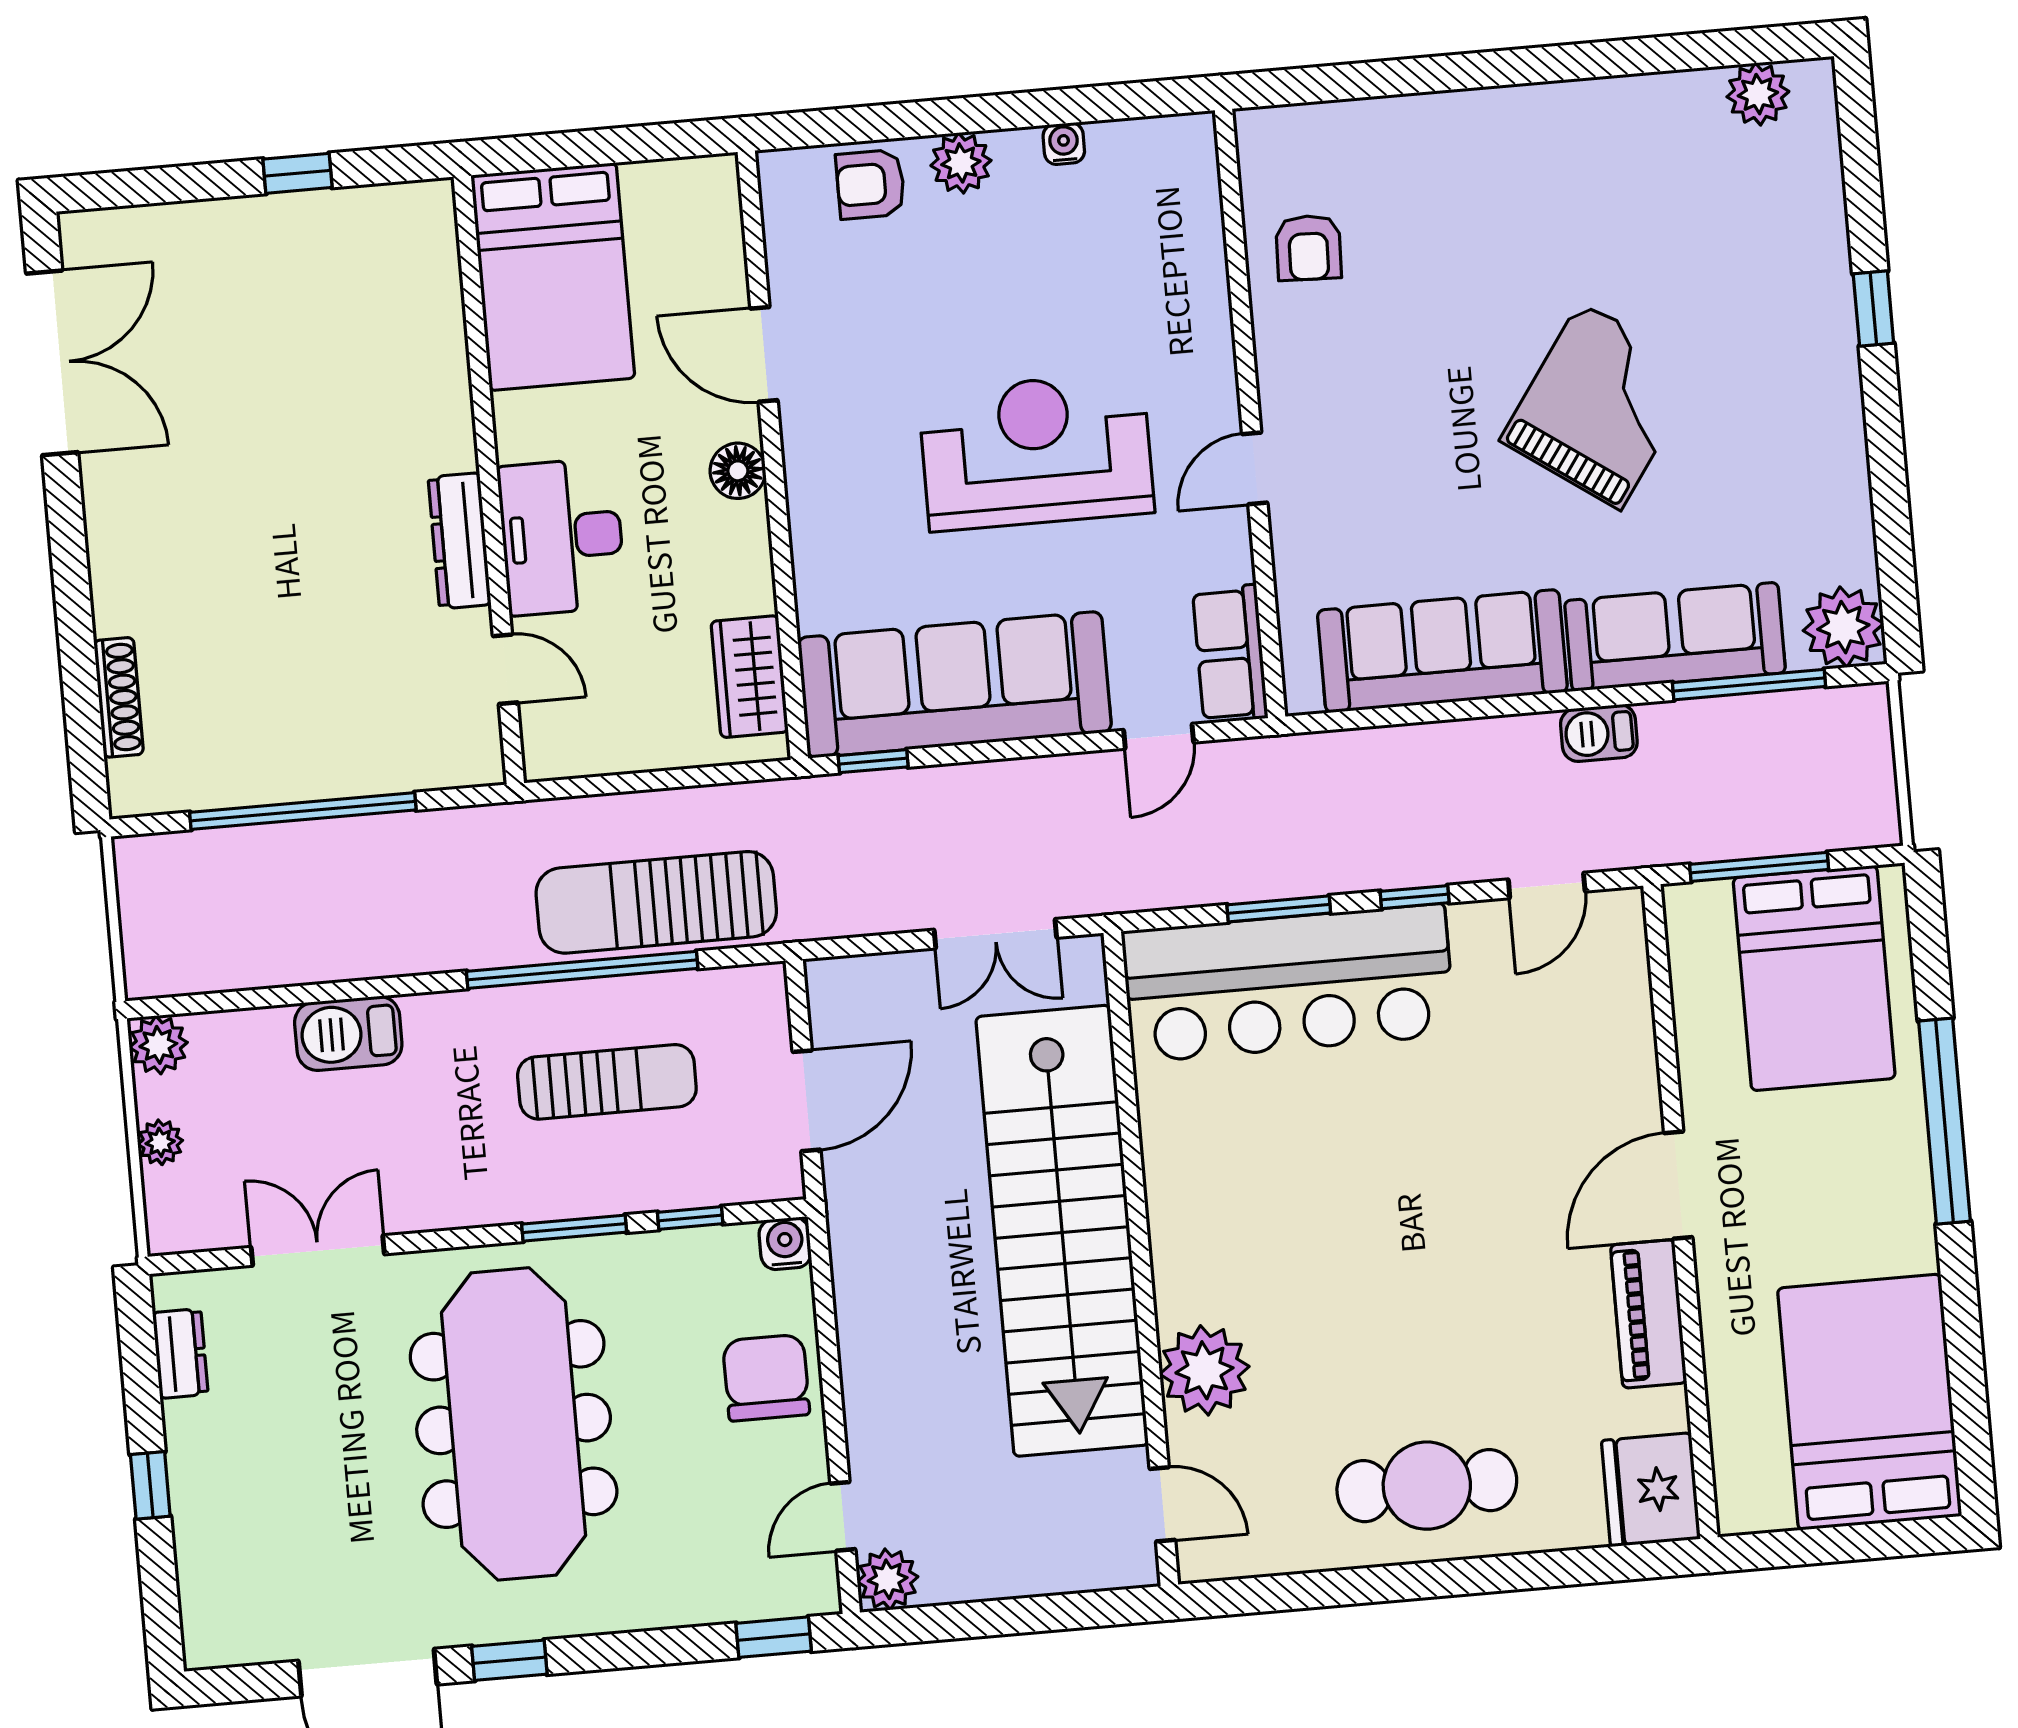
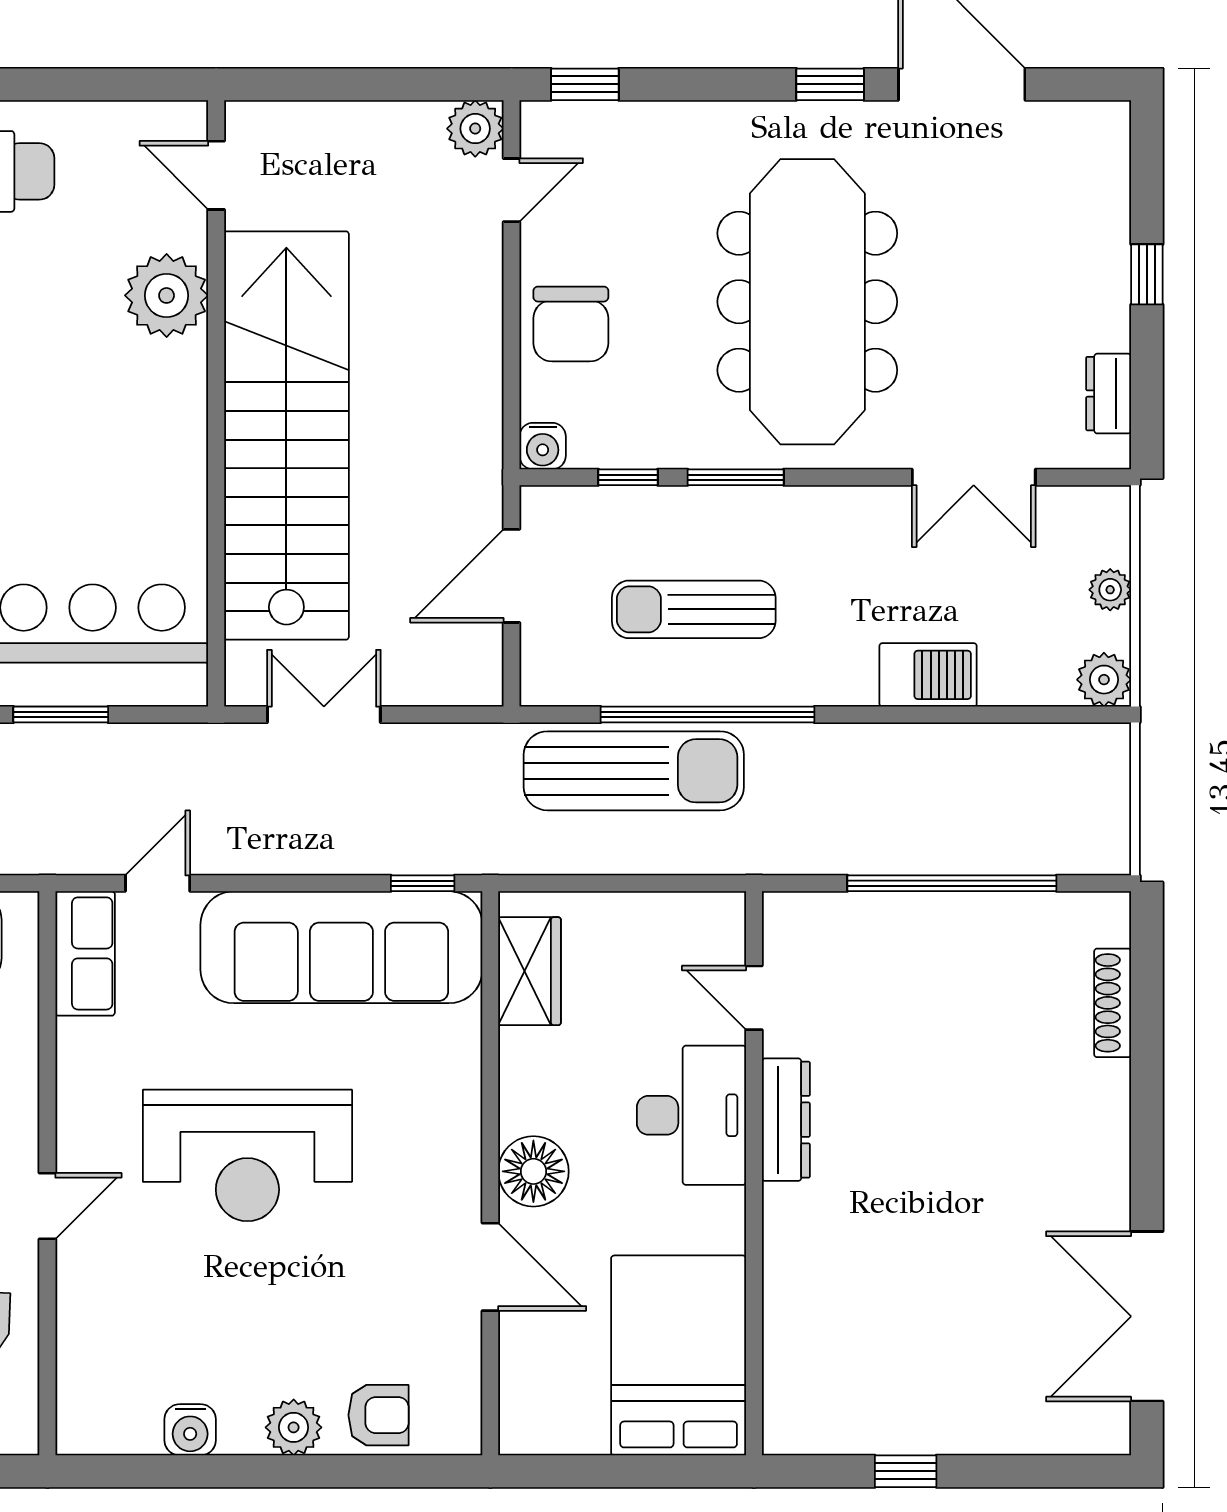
water cooler: (1064, 144) -> (190, 1430), width x1.38, depth x1.38
door: (1255, 468) -> (47, 1206), moved
floor lamp: (738, 471) -> (533, 1171), width x1.38, depth x1.38

